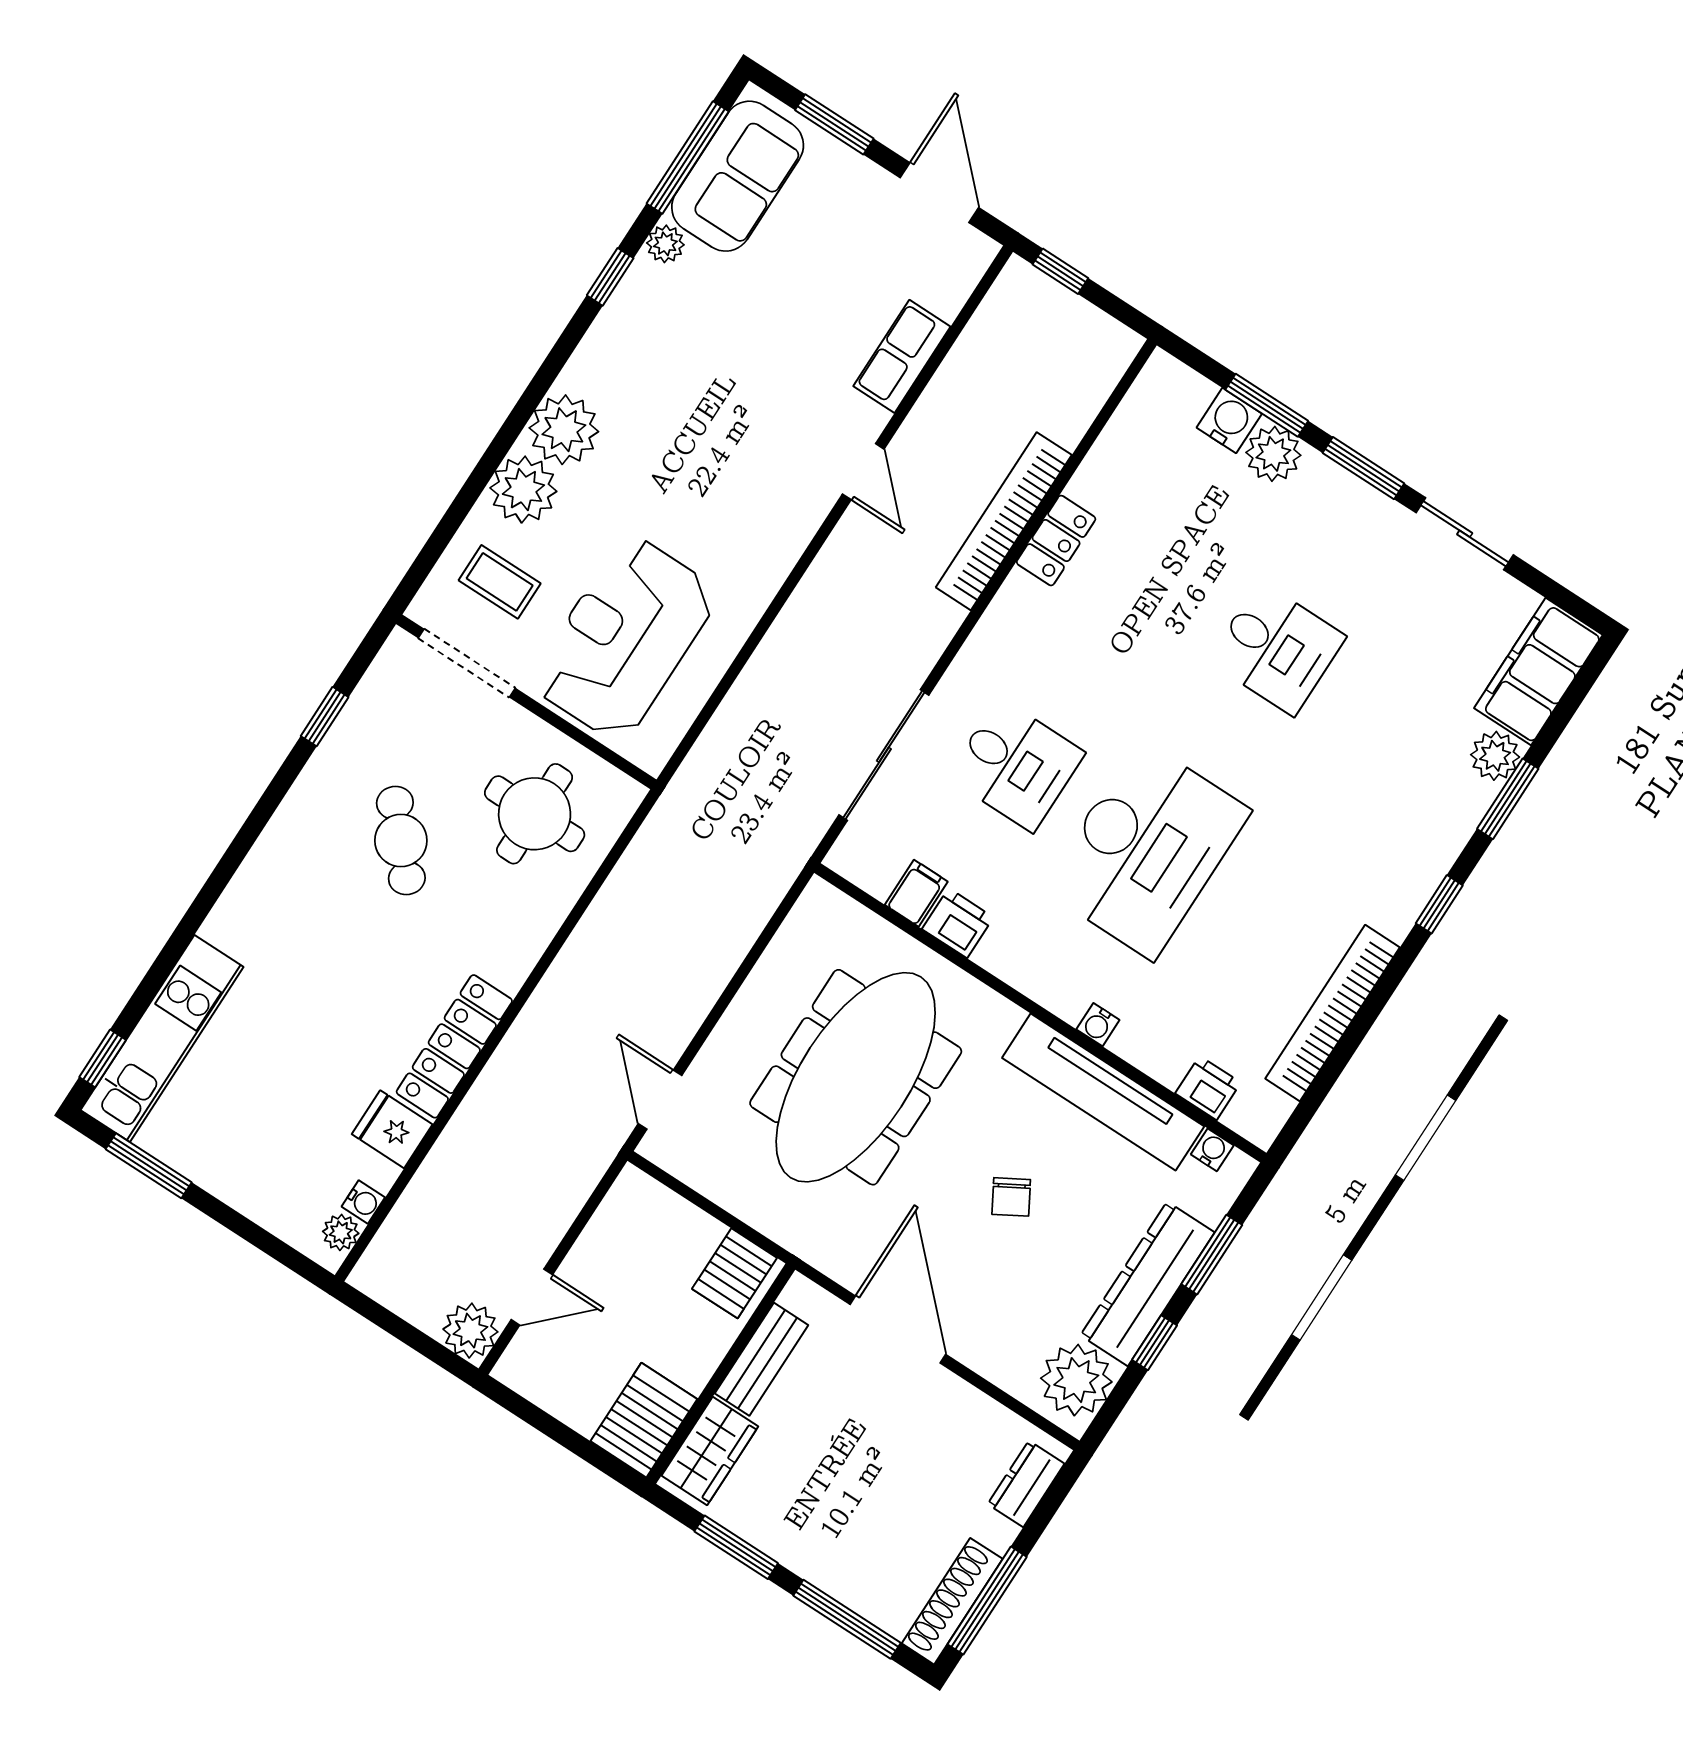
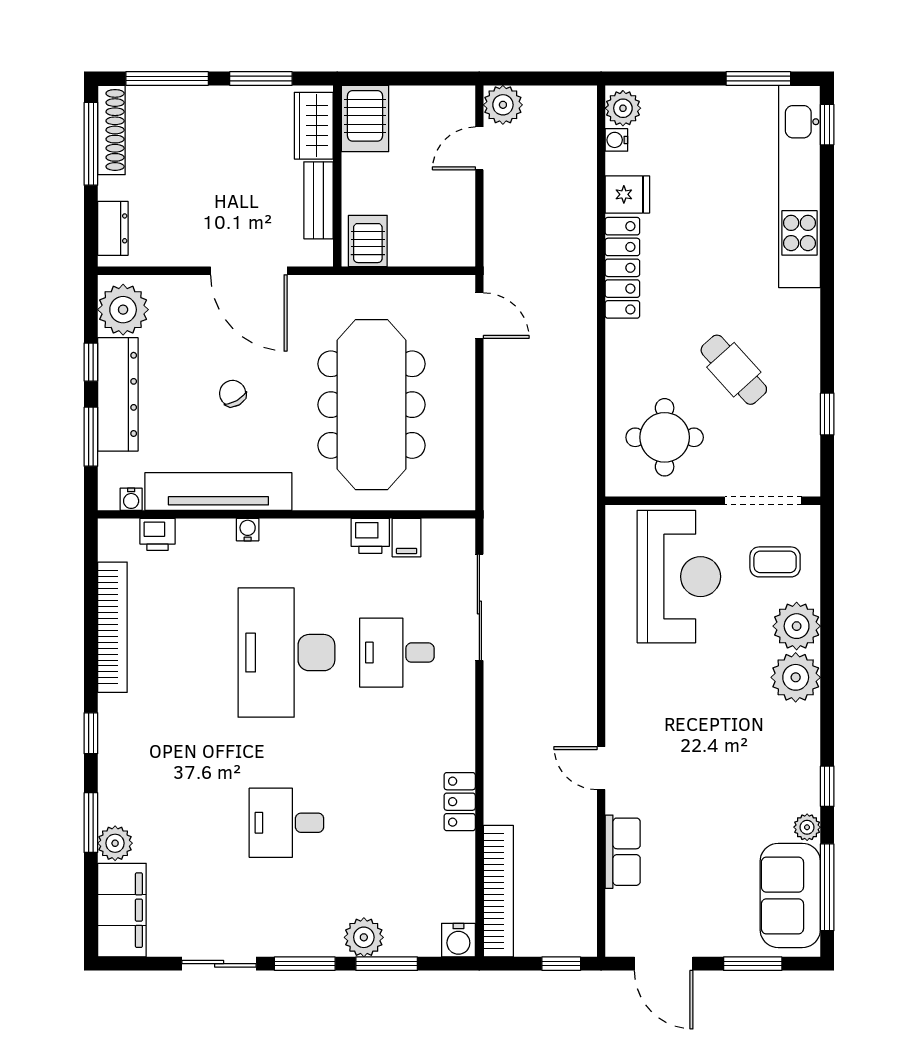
water cooler: (1229, 421) -> (458, 940), moved
bookcase: (1004, 521) -> (498, 891), moved
kitchen unit: (162, 1038) -> (799, 186), width x1.36
plant: (341, 1232) -> (623, 108), width x1.38, depth x1.38

